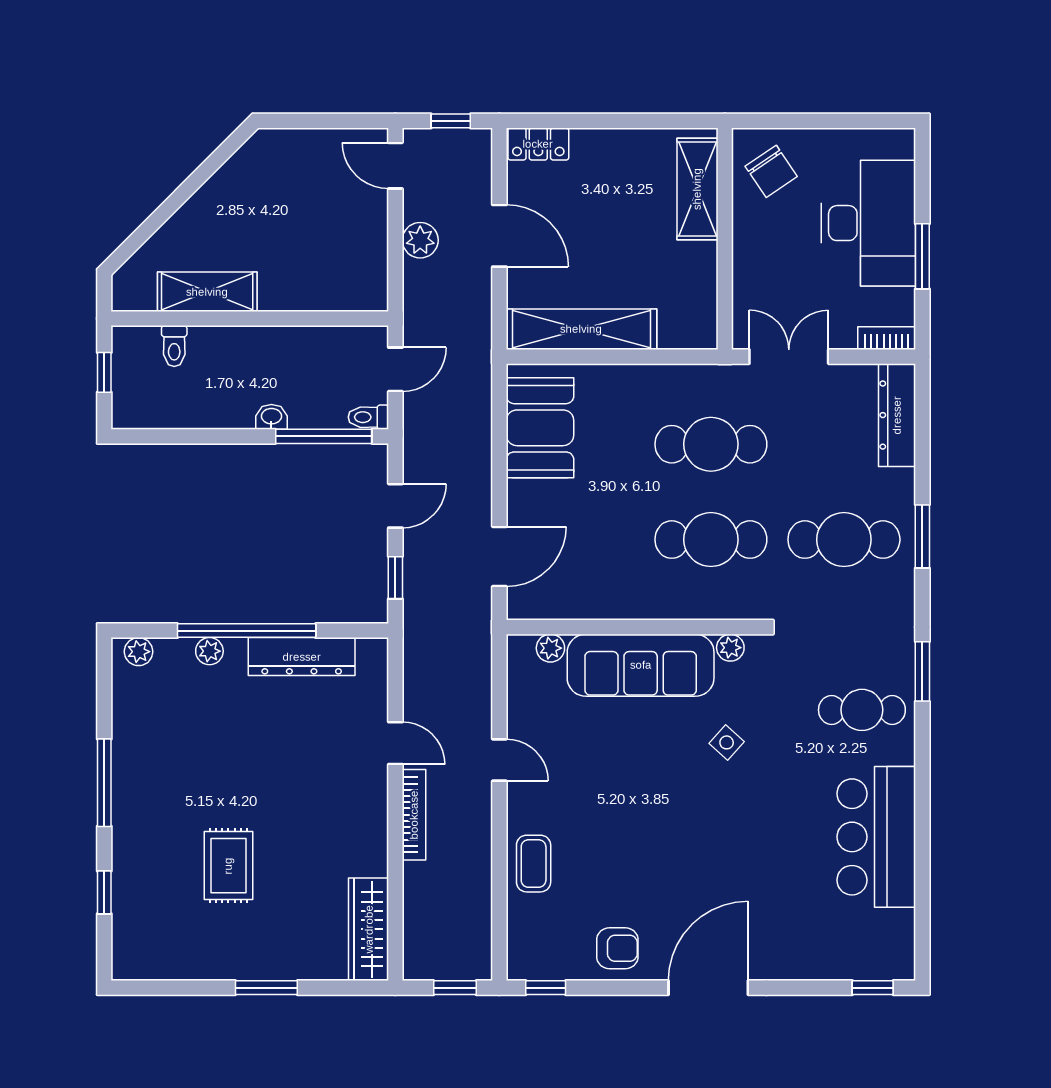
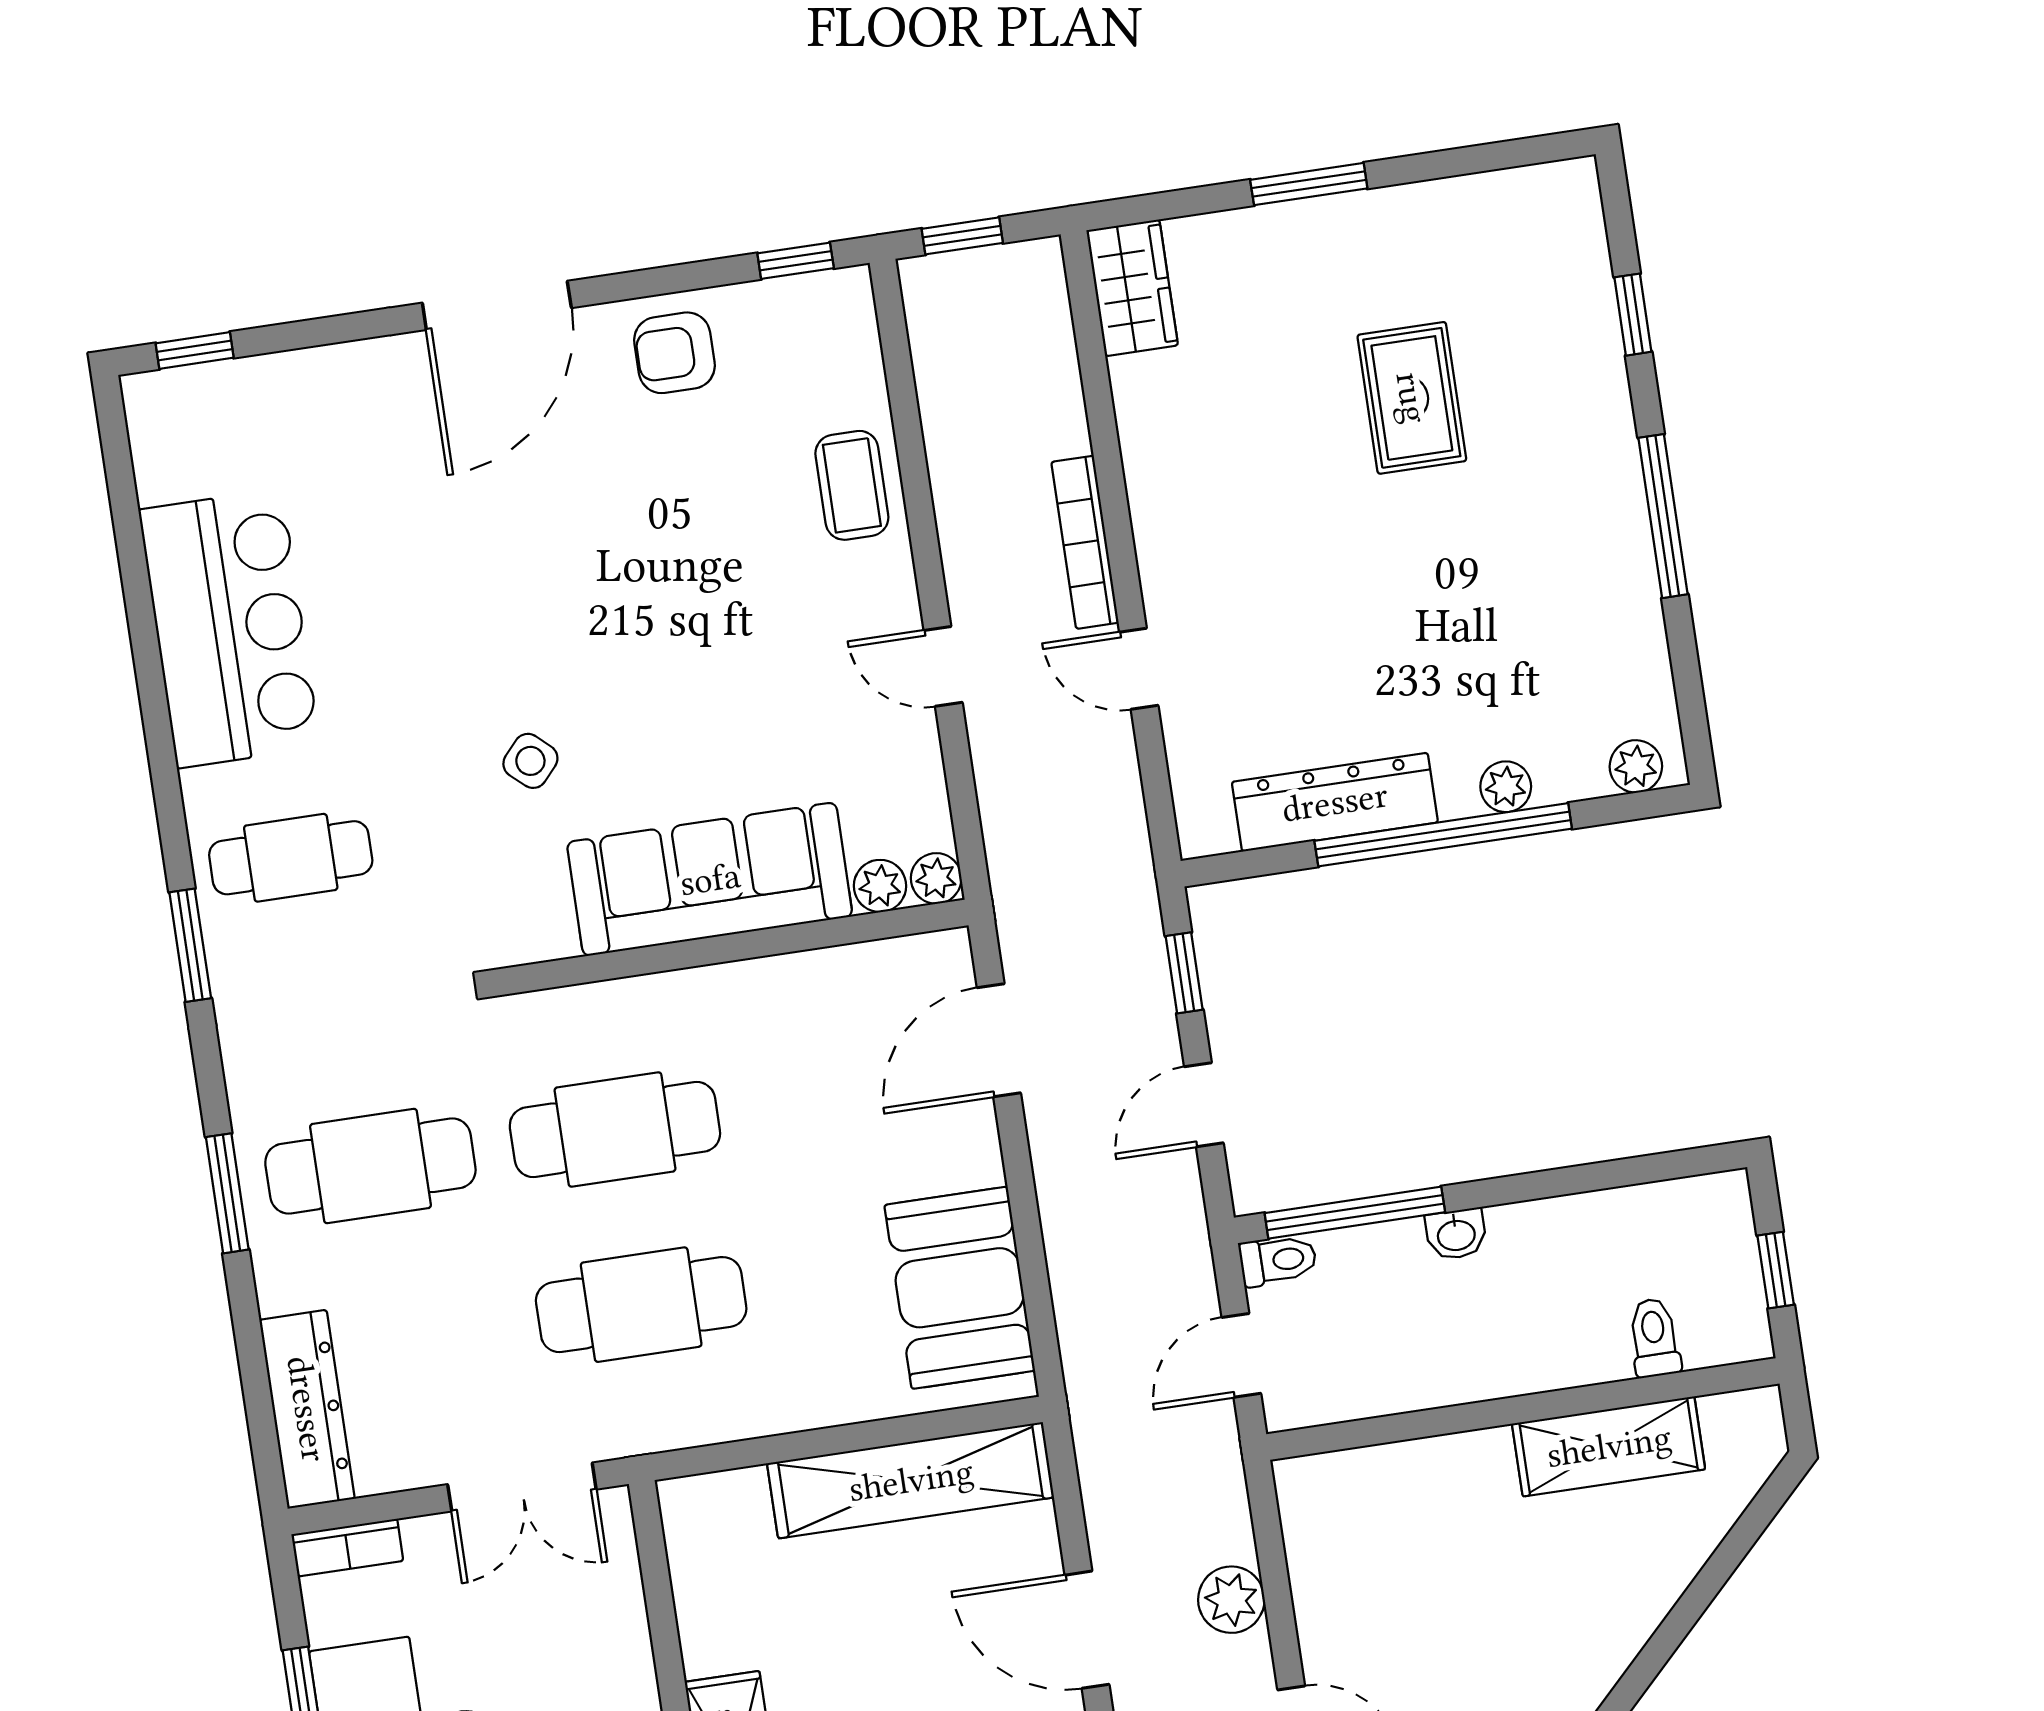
plant: (730, 648) -> (936, 878), moved
wardrobe: (369, 929) -> (1132, 288), width x0.67

